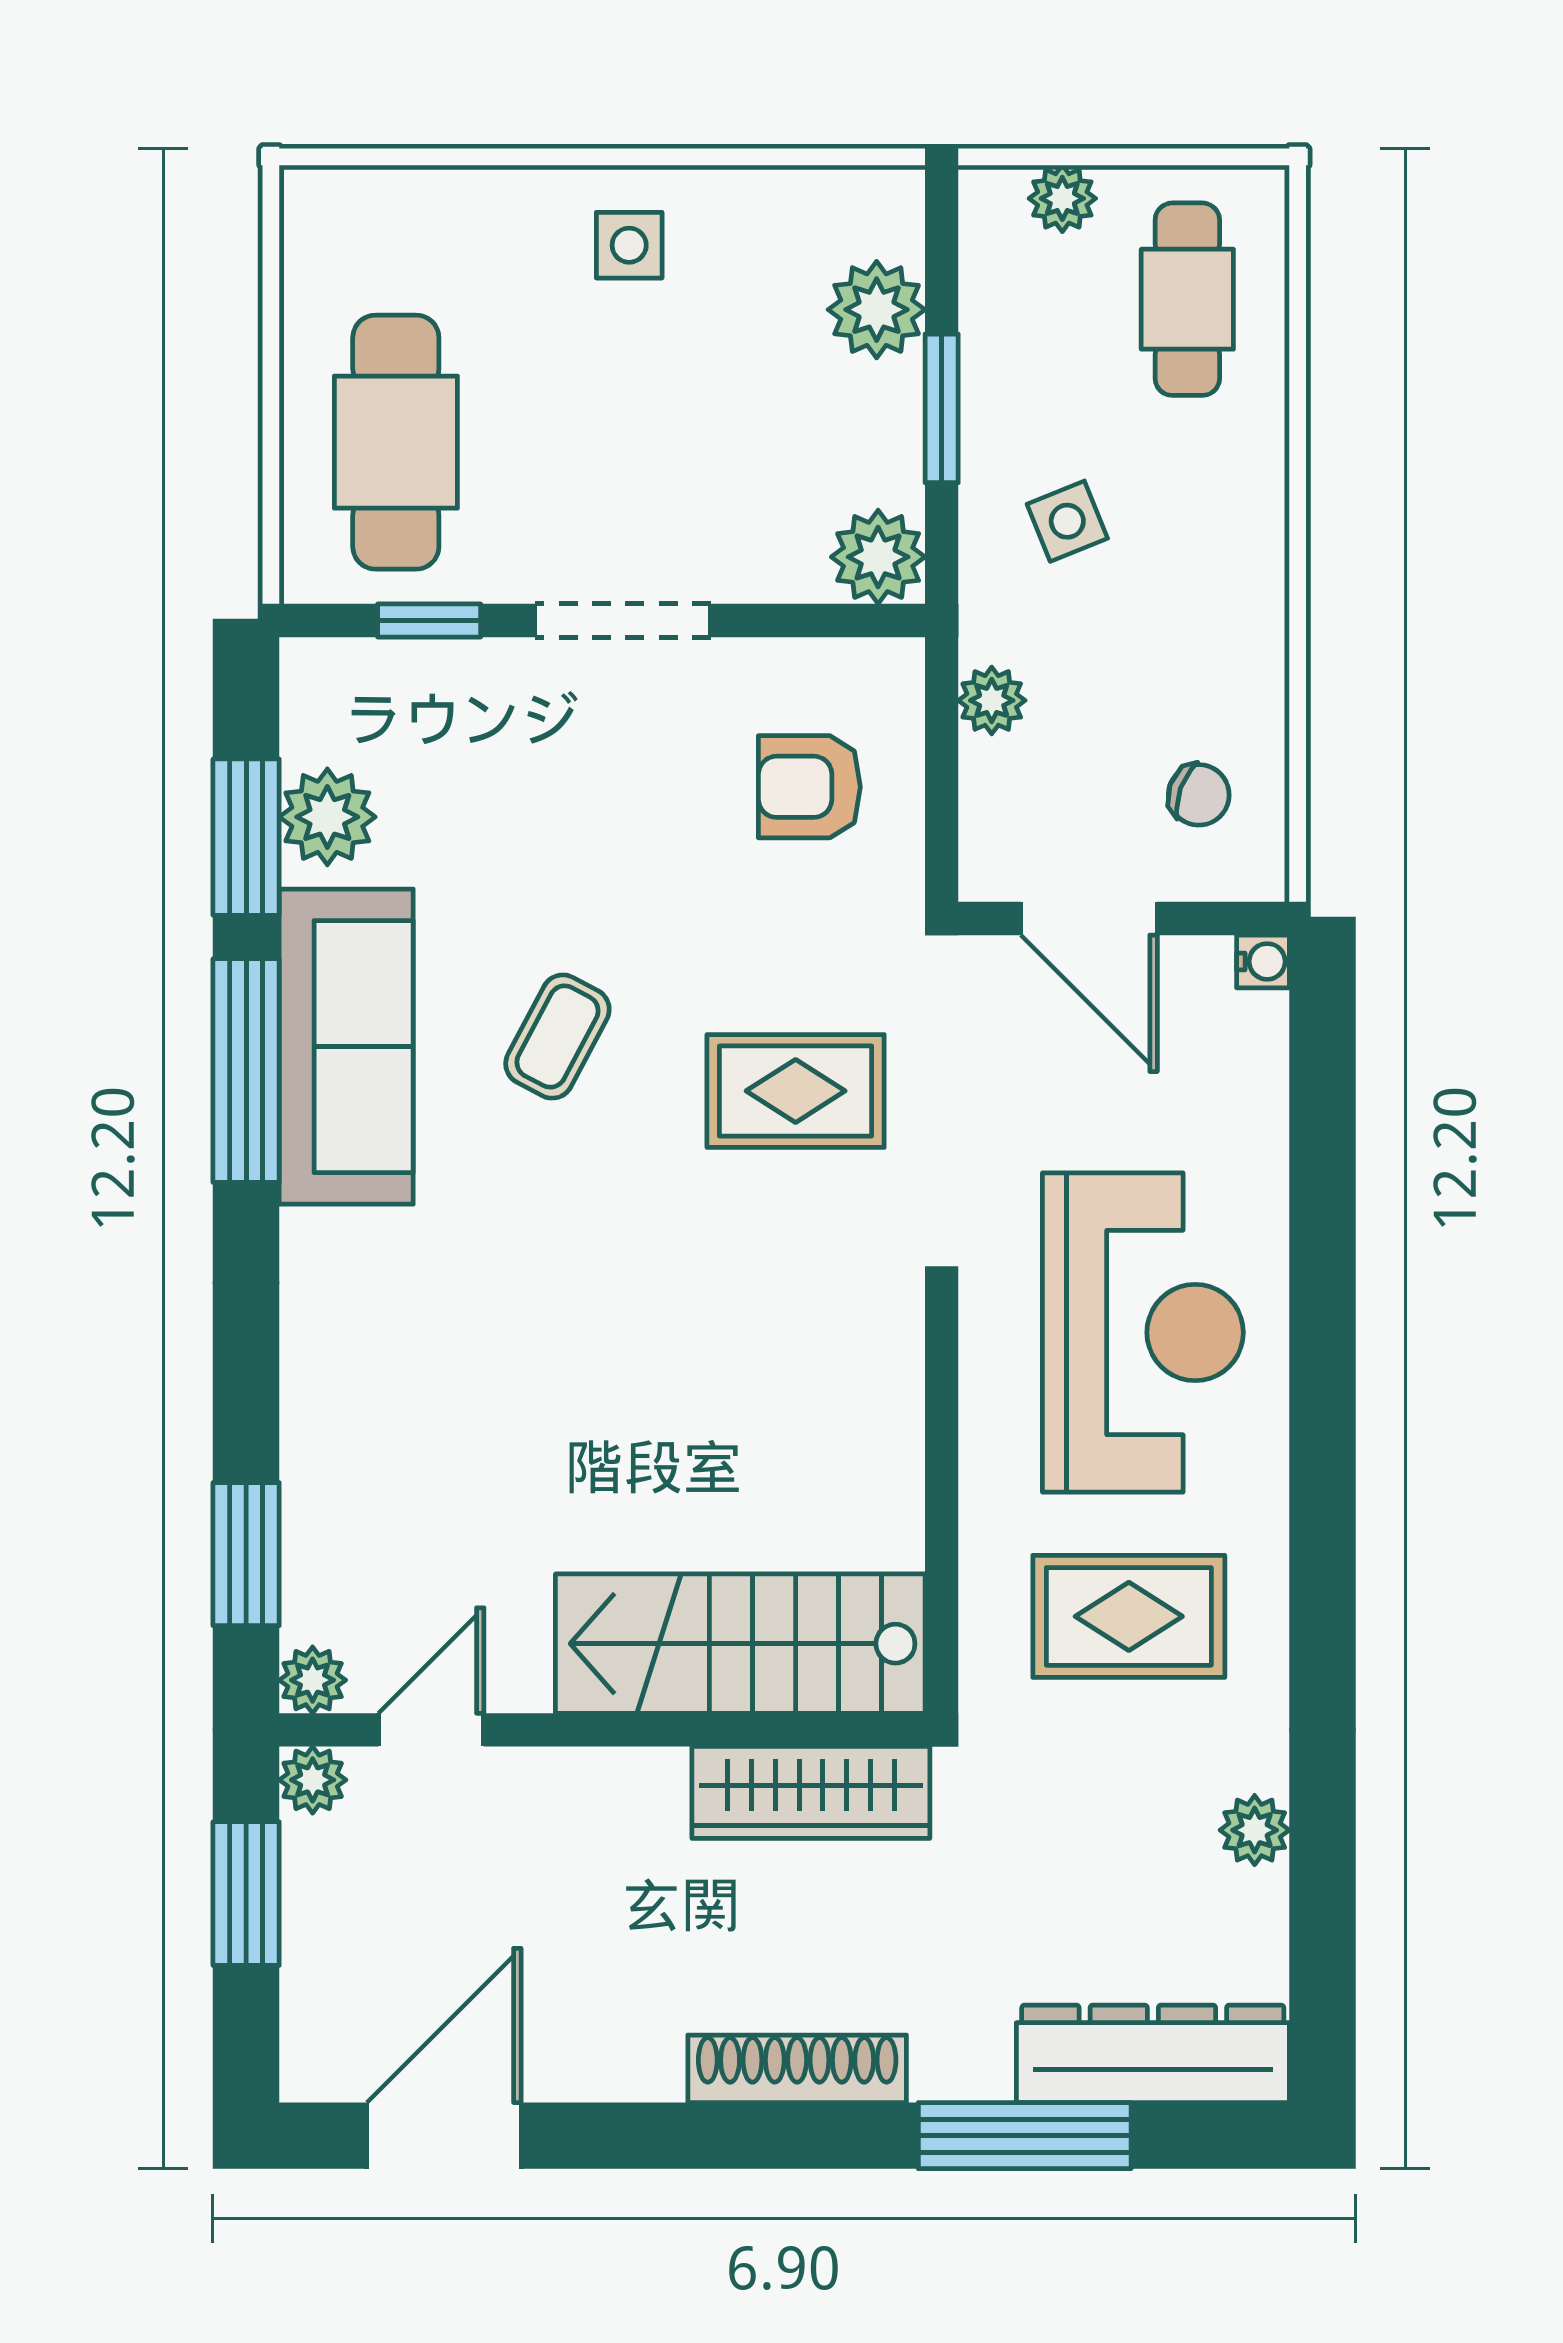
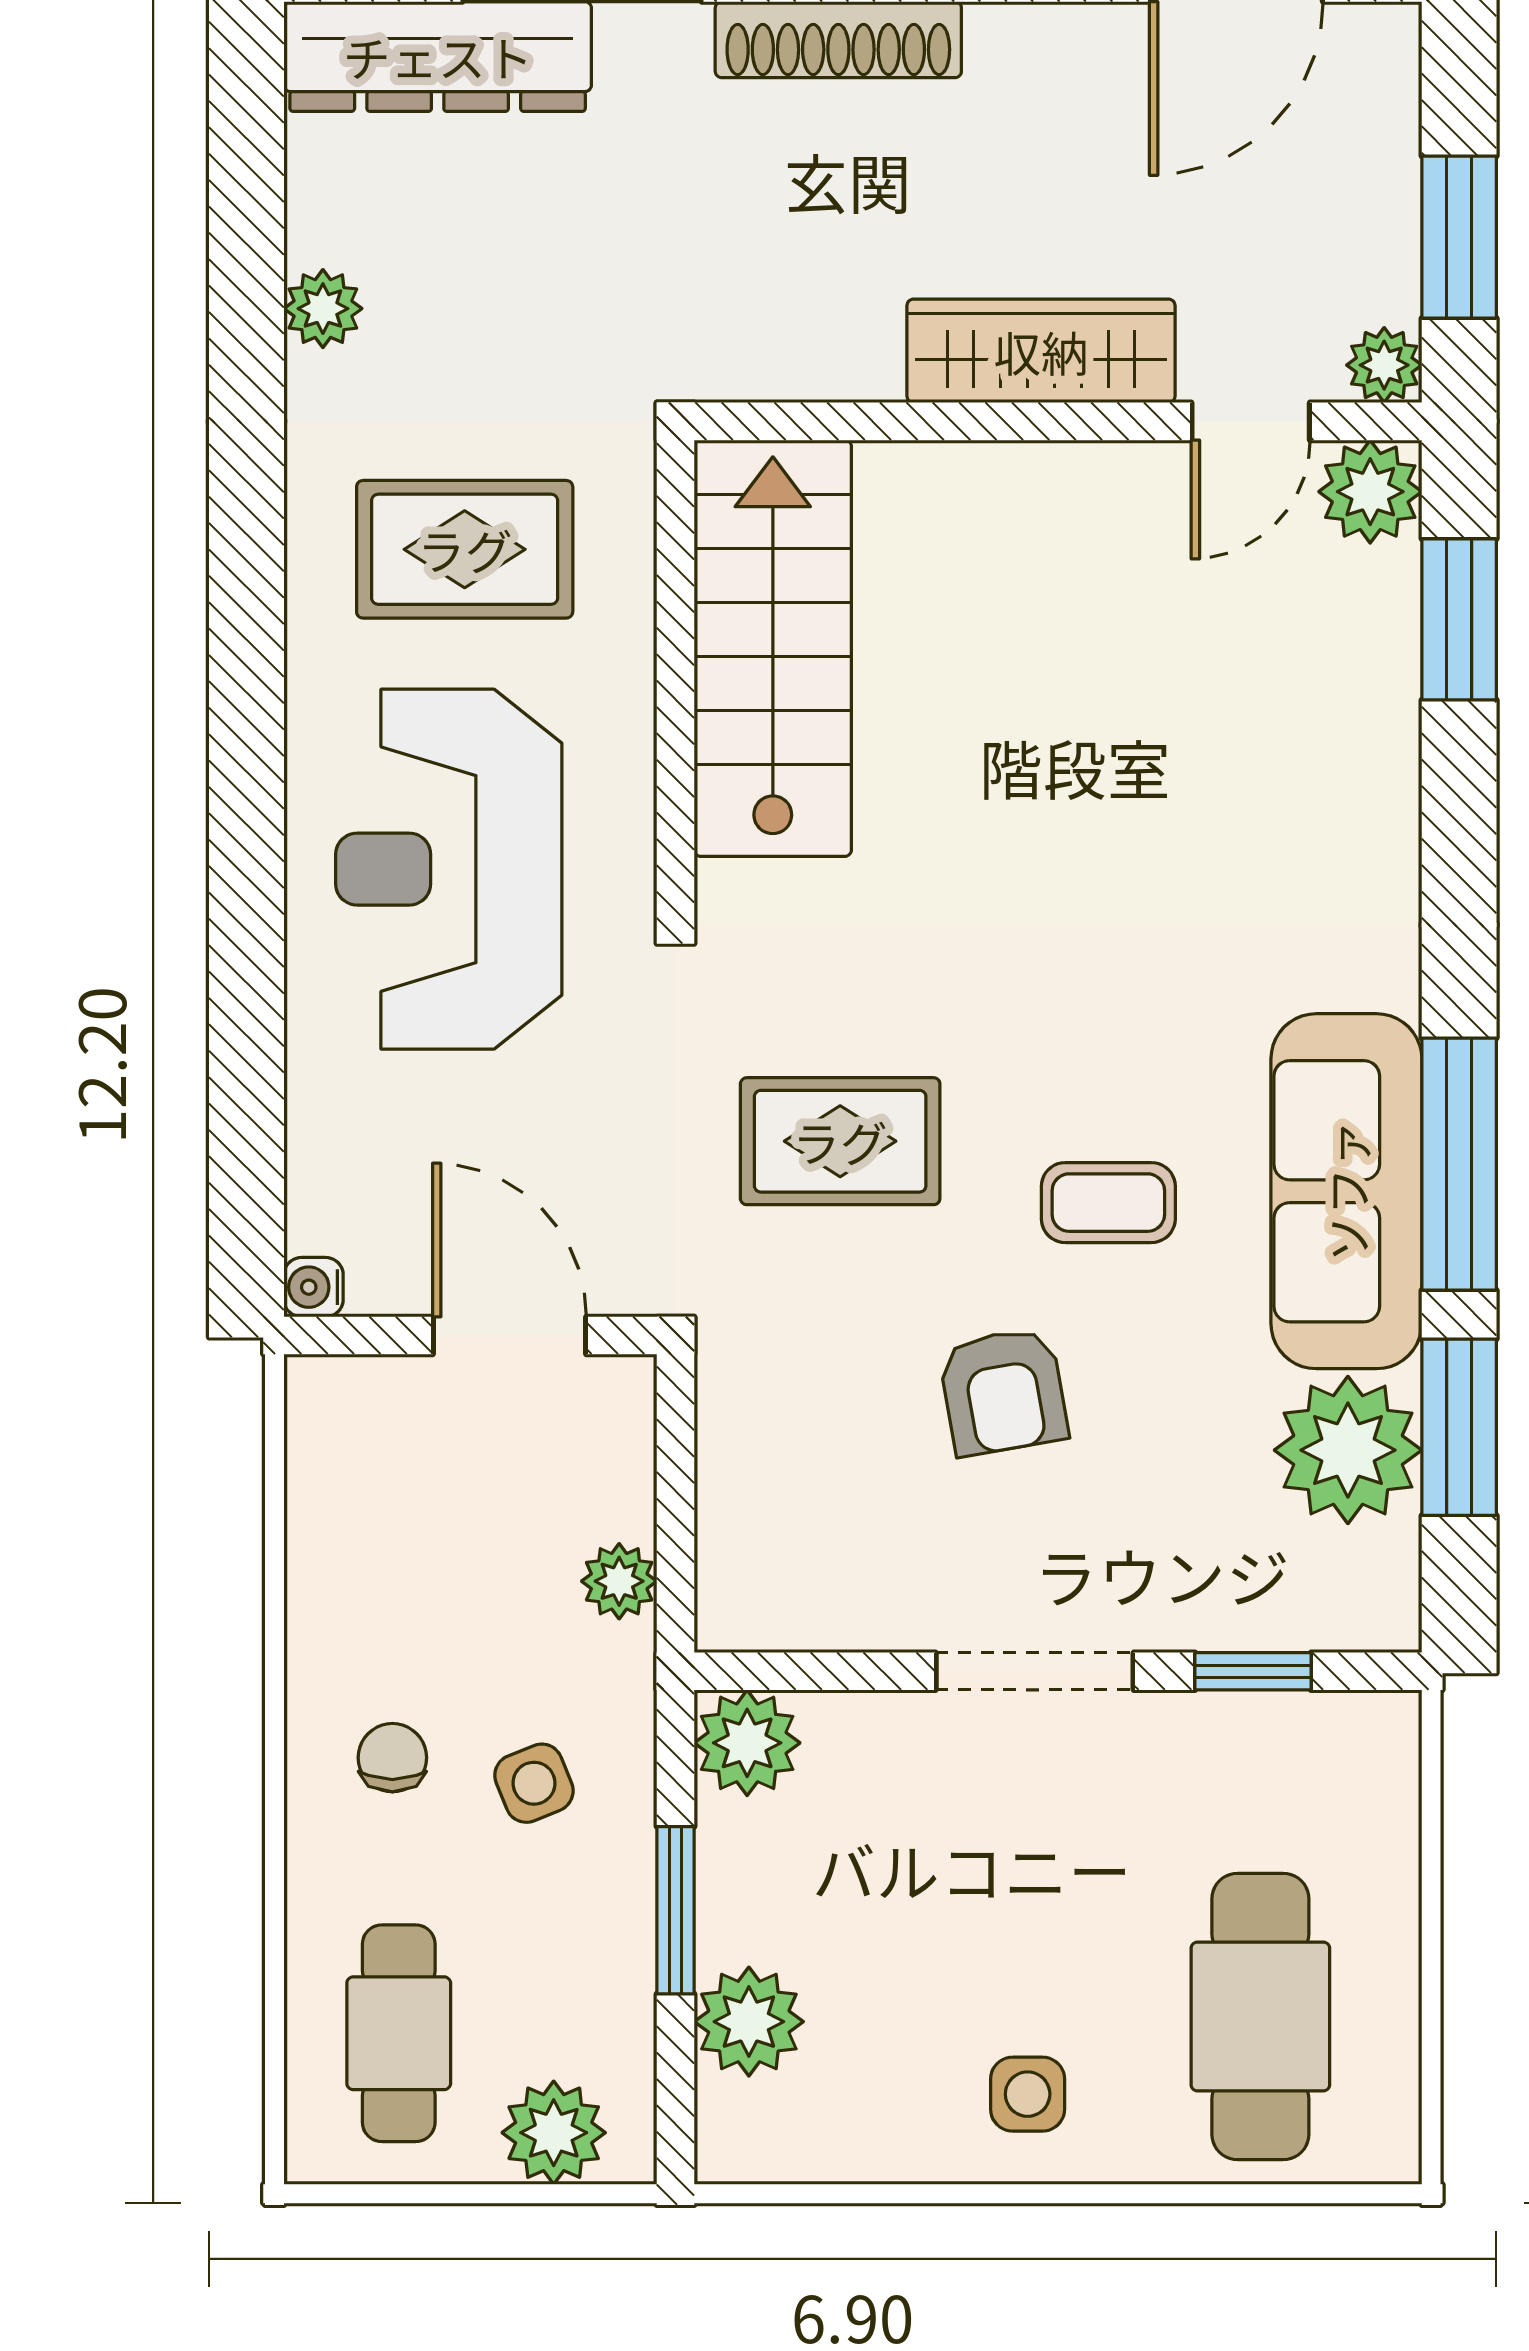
plant: (1062, 198) -> (554, 2133), width x1.38, depth x1.38
cafe table: (396, 442) -> (1260, 2017), moved
armchair: (809, 787) -> (1003, 1391), moved, turned 80
chair: (1199, 795) -> (392, 1758), moved, turned 70
plant: (327, 817) -> (1348, 1450), width x1.36, depth x1.36
coffee table: (557, 1037) -> (1108, 1203), turned 62
stairs: (740, 1644) -> (773, 648), moved, turned -90
plant: (313, 1680) -> (1370, 492), width x1.38, depth x1.38
wardrobe: (811, 1792) -> (1041, 351), moved

